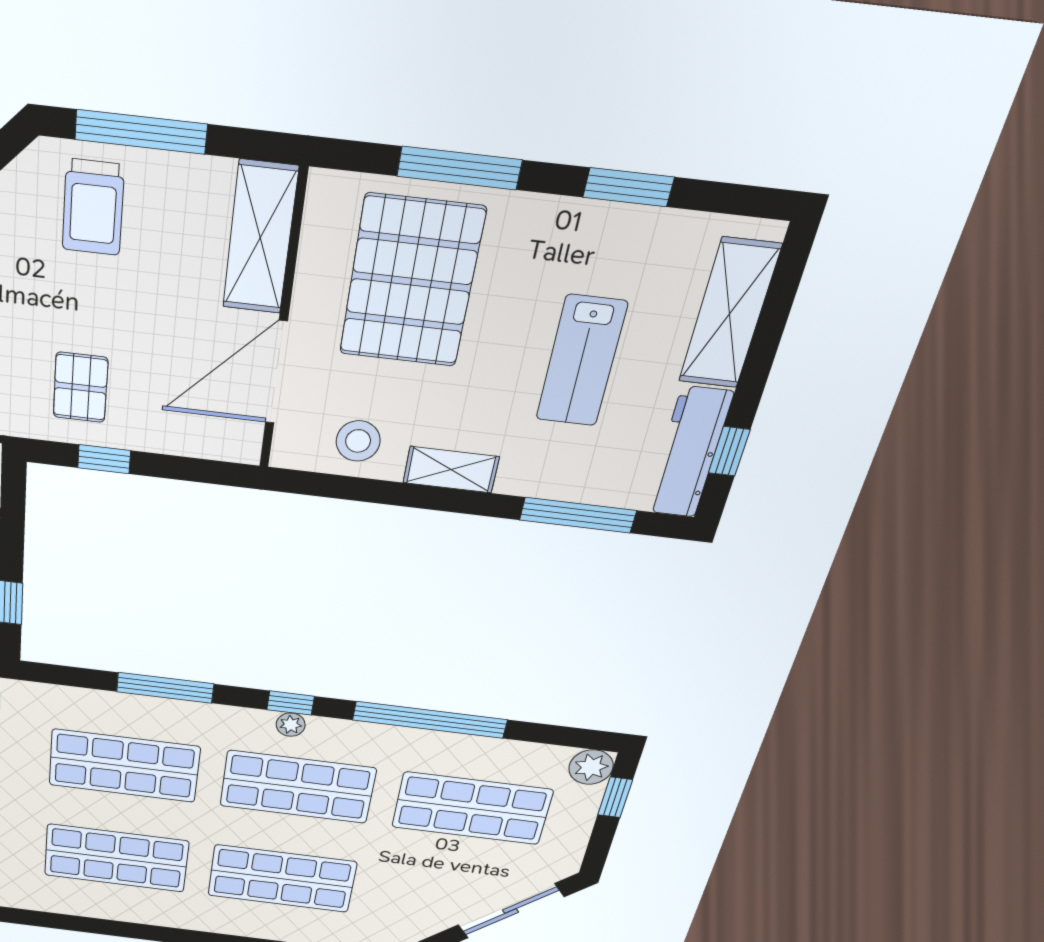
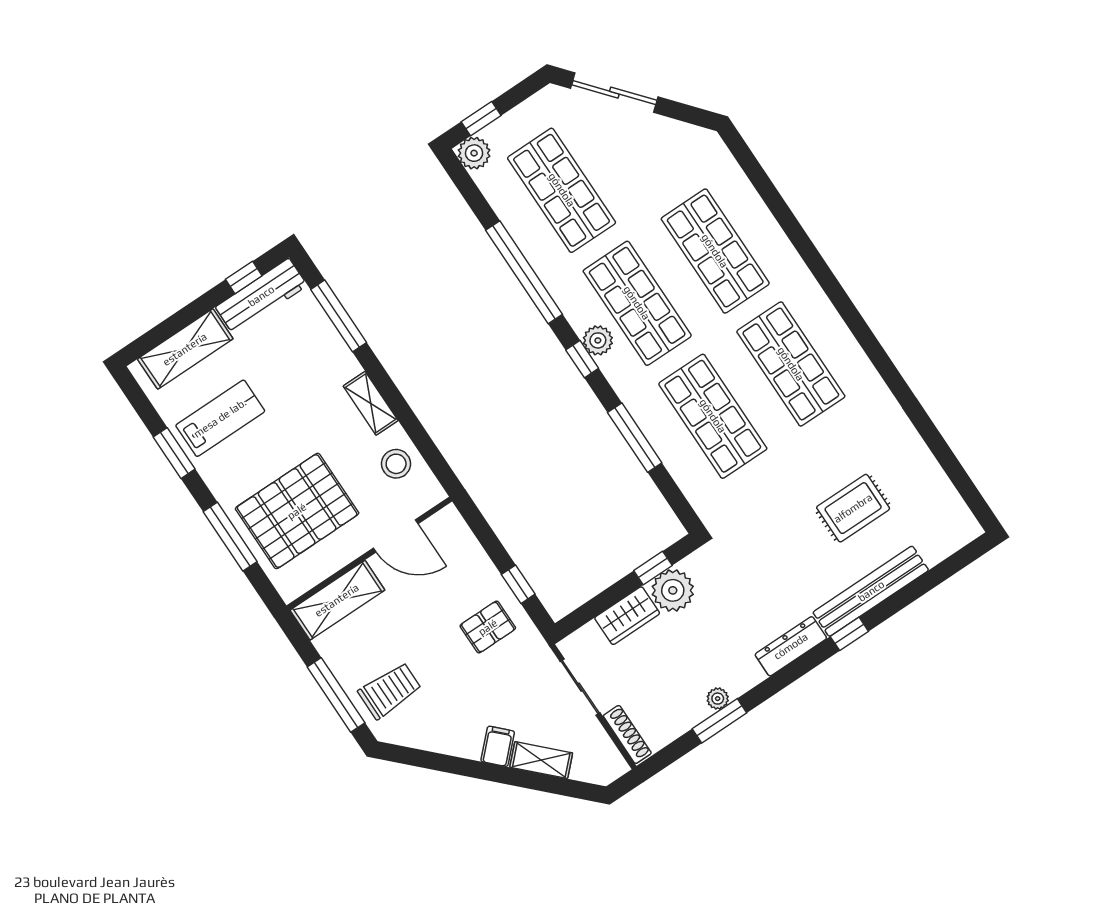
lab bench: (581, 361) -> (220, 418), moved
door: (276, 372) -> (396, 536), width x0.73
plant: (291, 725) -> (598, 340), width x1.38, depth x1.38

